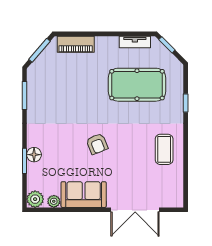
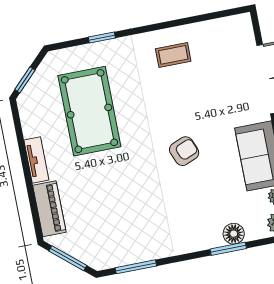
tv unit: (135, 42) -> (36, 160), moved
coffee table: (164, 149) -> (173, 55), width x0.73, depth x0.77
floor lamp: (34, 155) -> (234, 234), moved

